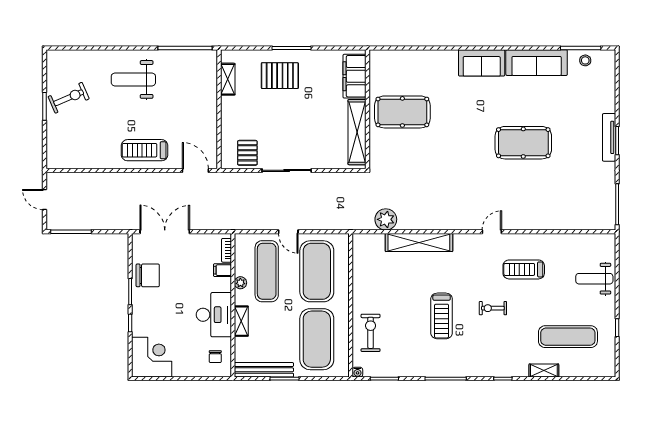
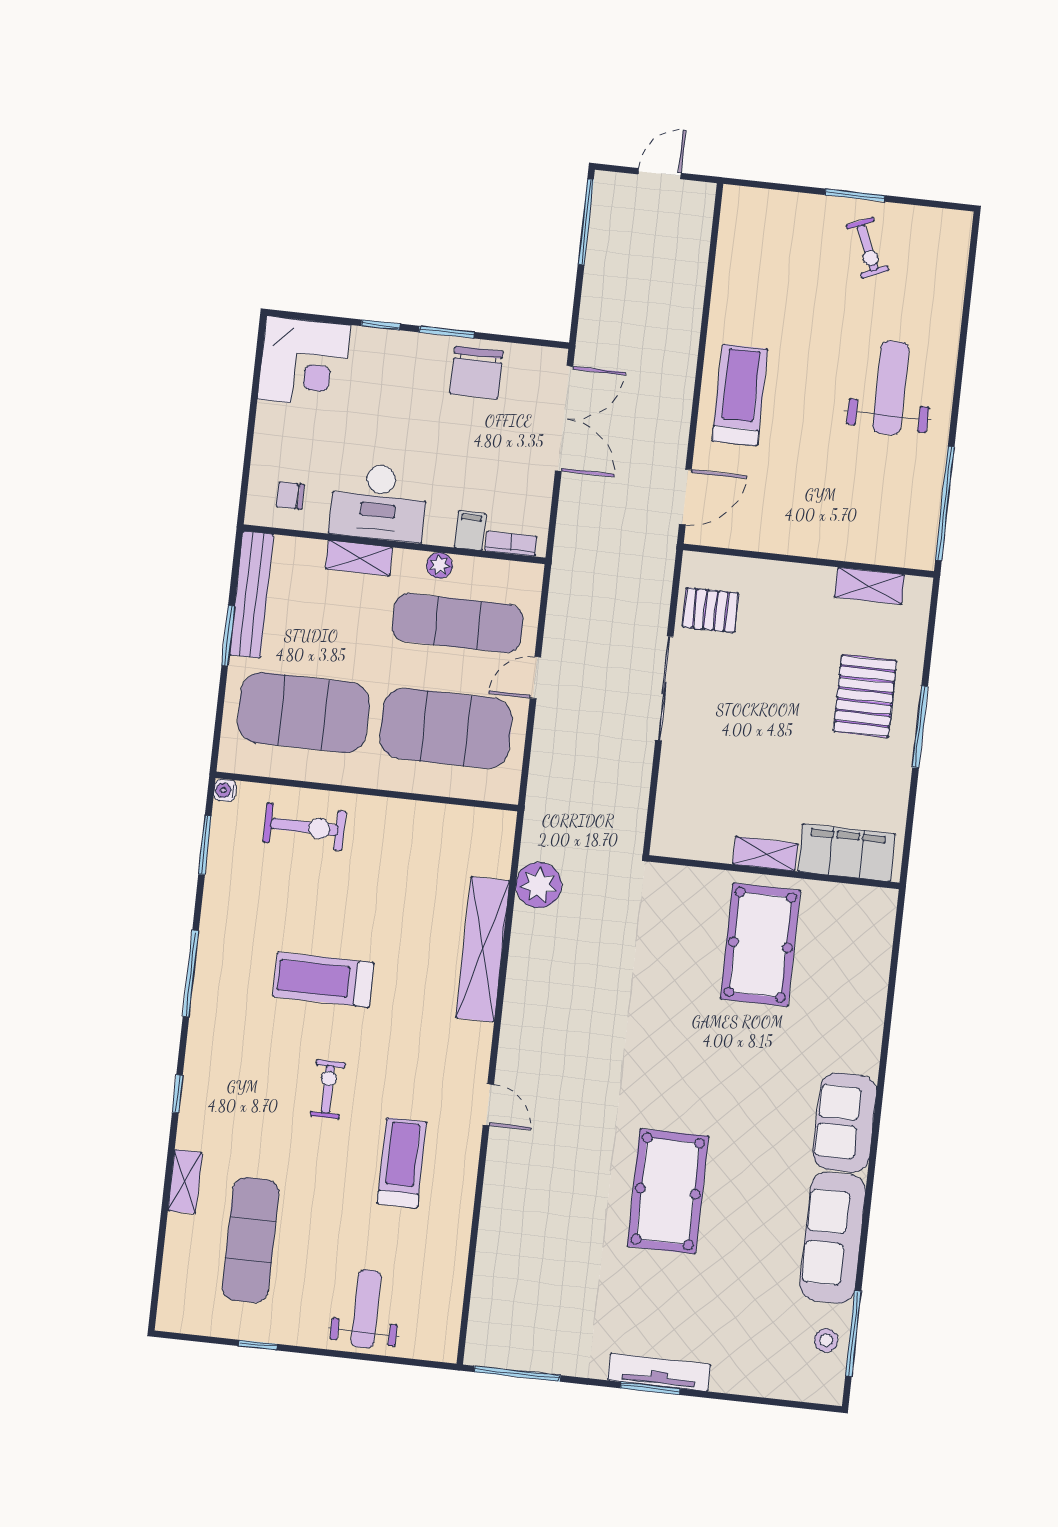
exercise bike: (69, 98) -> (867, 248), width x0.73, depth x0.72
shelving: (357, 132) -> (765, 854), width x0.45, depth x0.75

